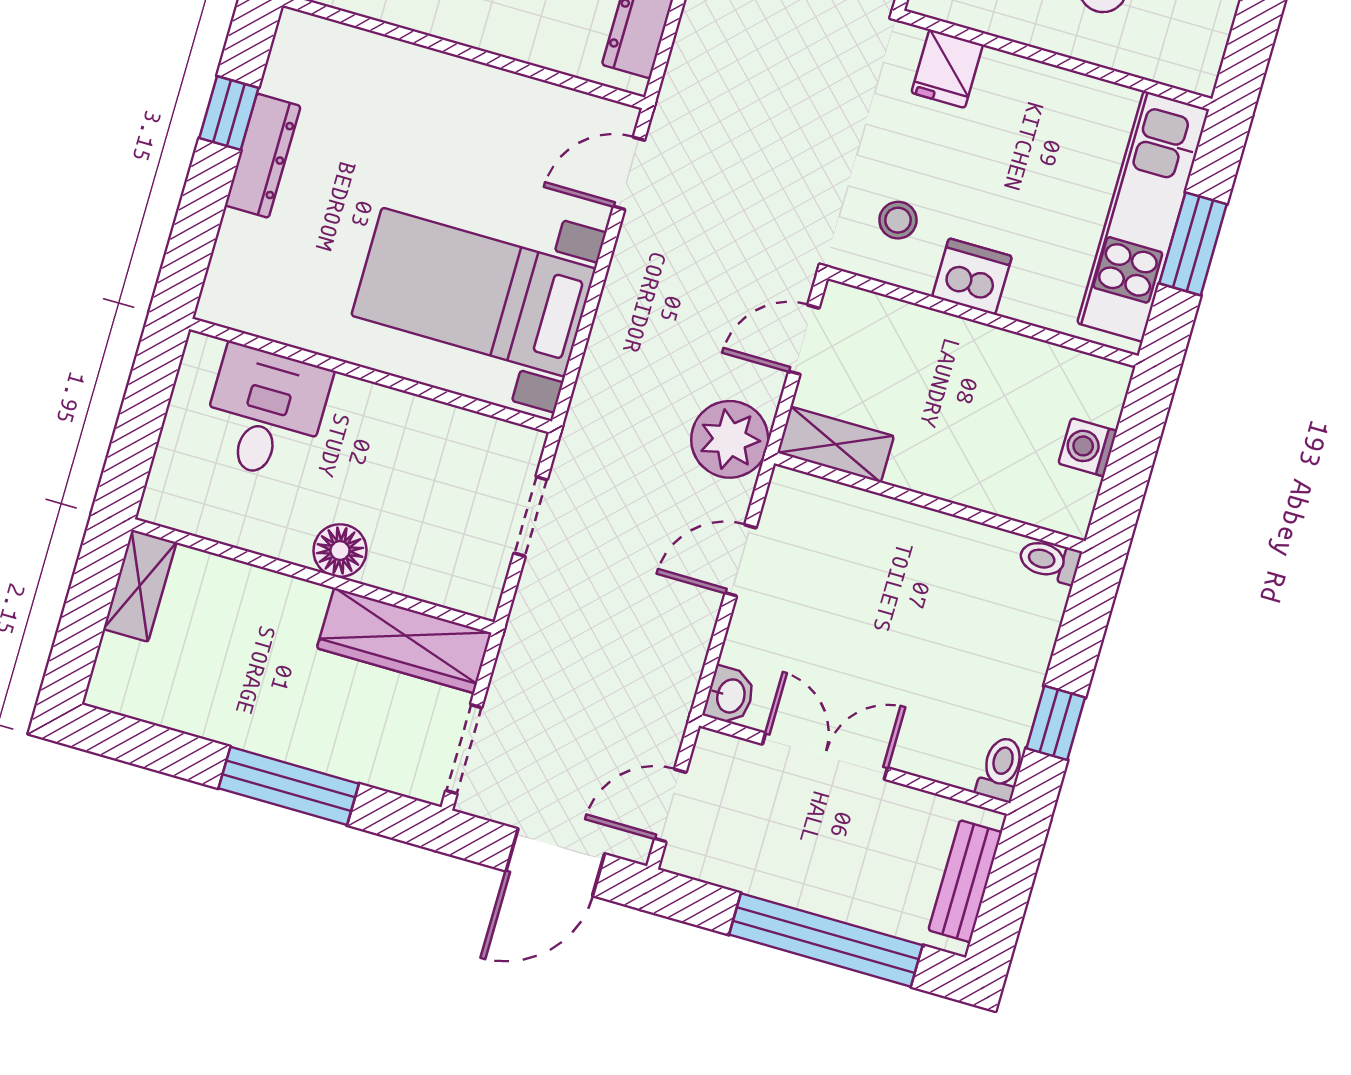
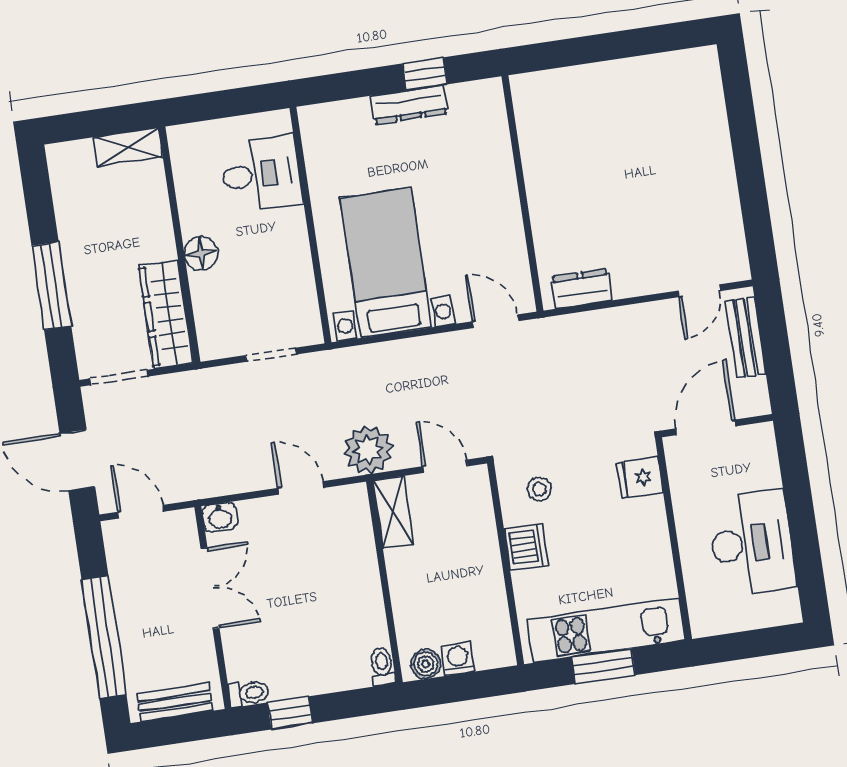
boiler: (1074, 497) -> (426, 664), added

